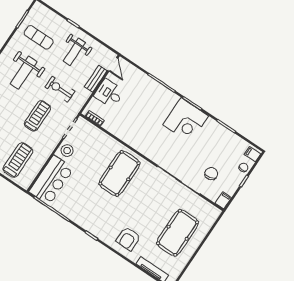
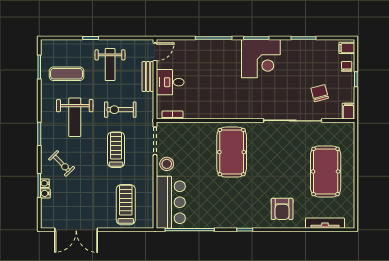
door: (113, 64) -> (155, 52), hinge flipped

